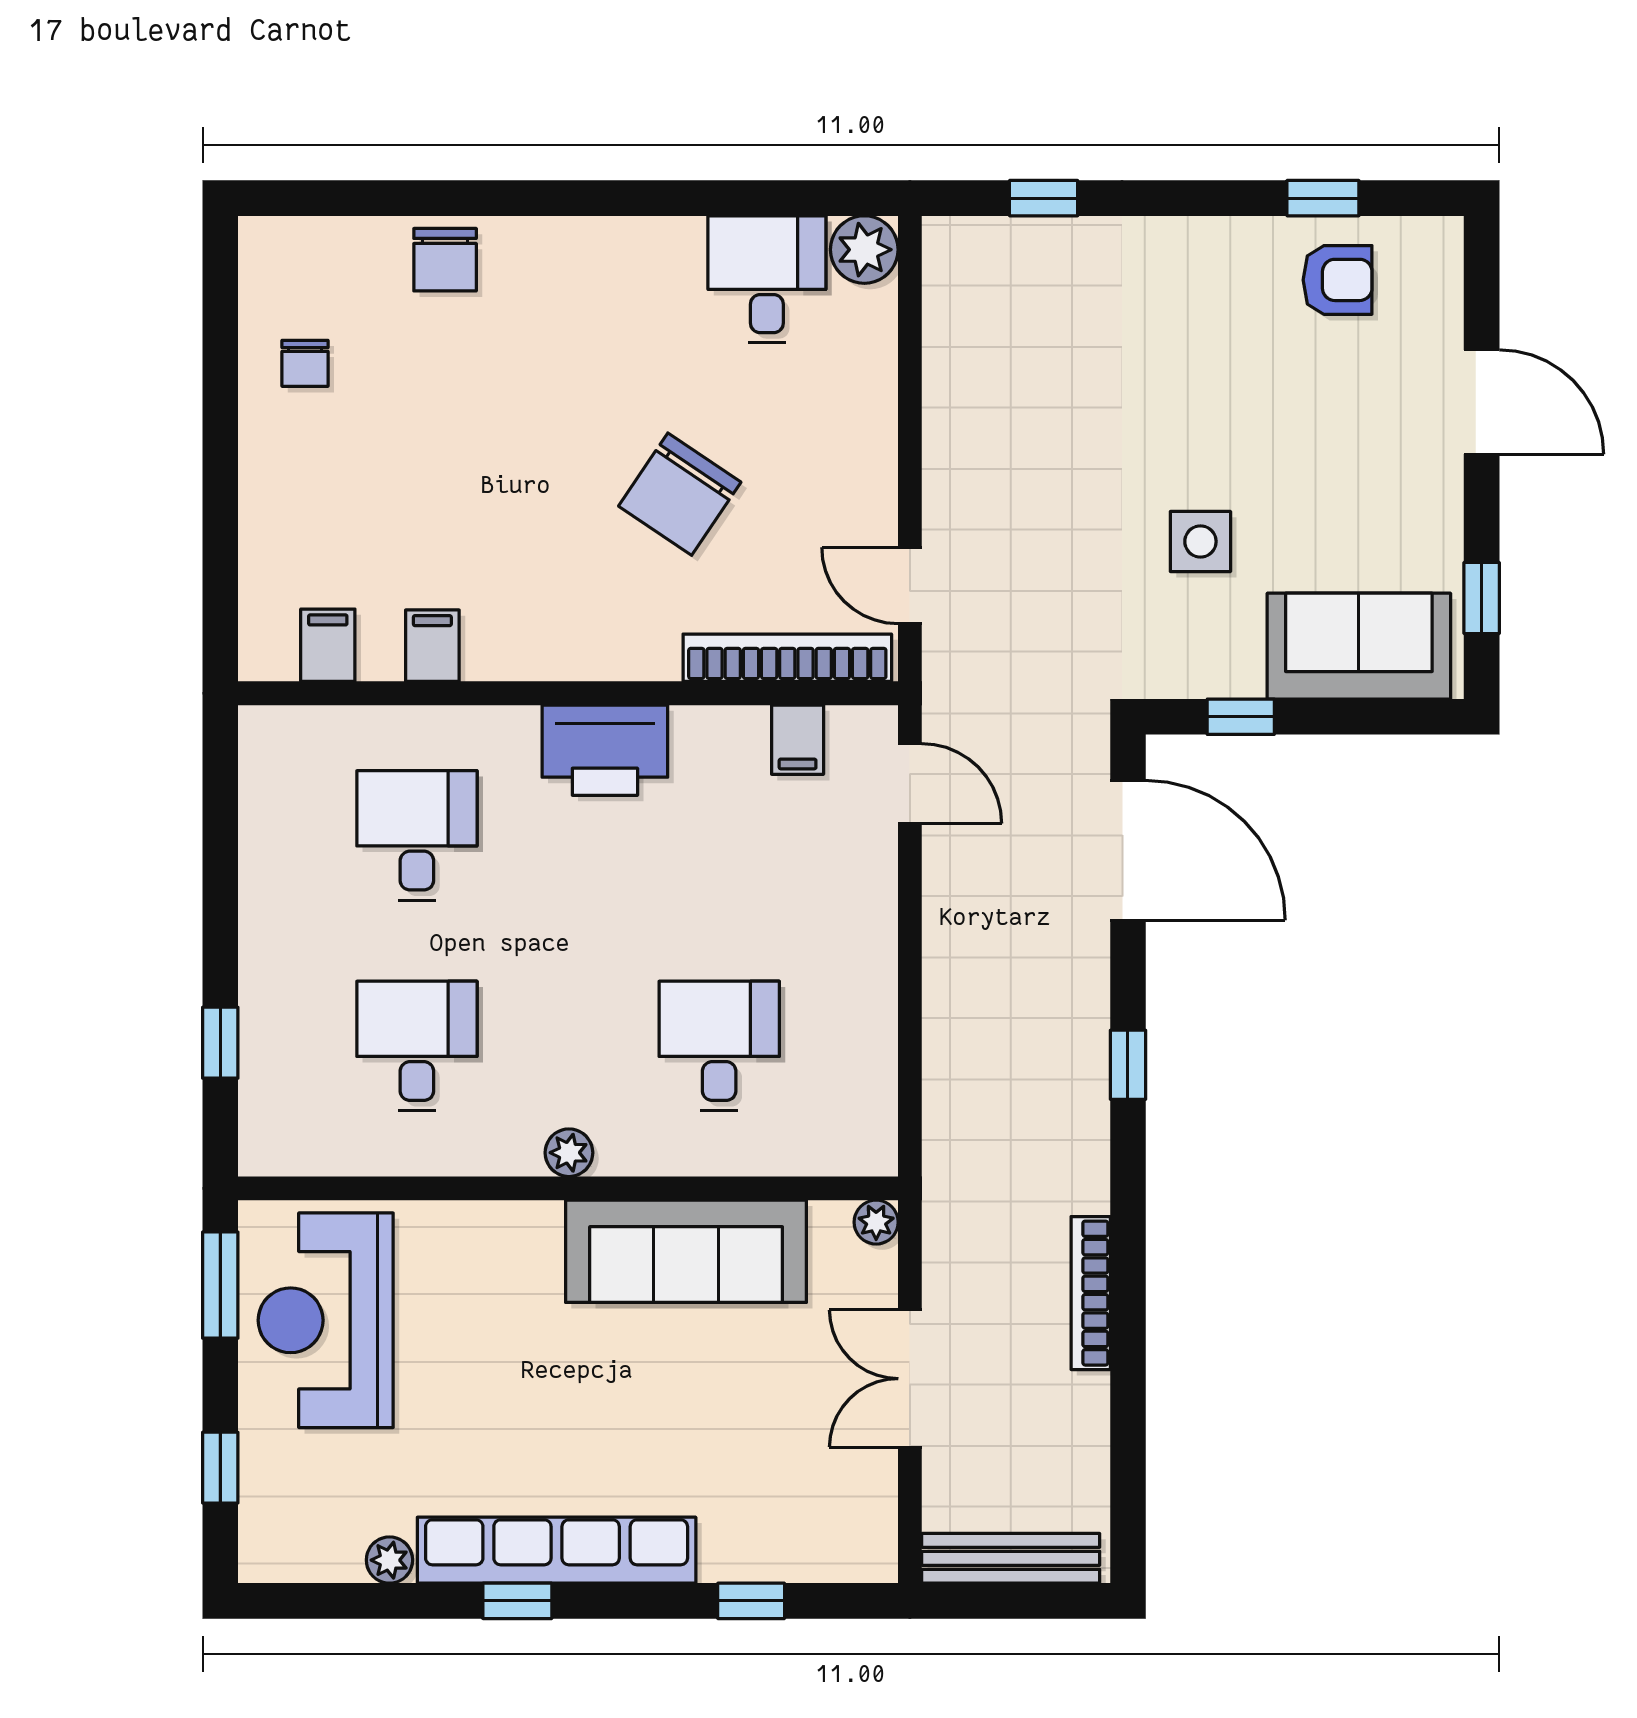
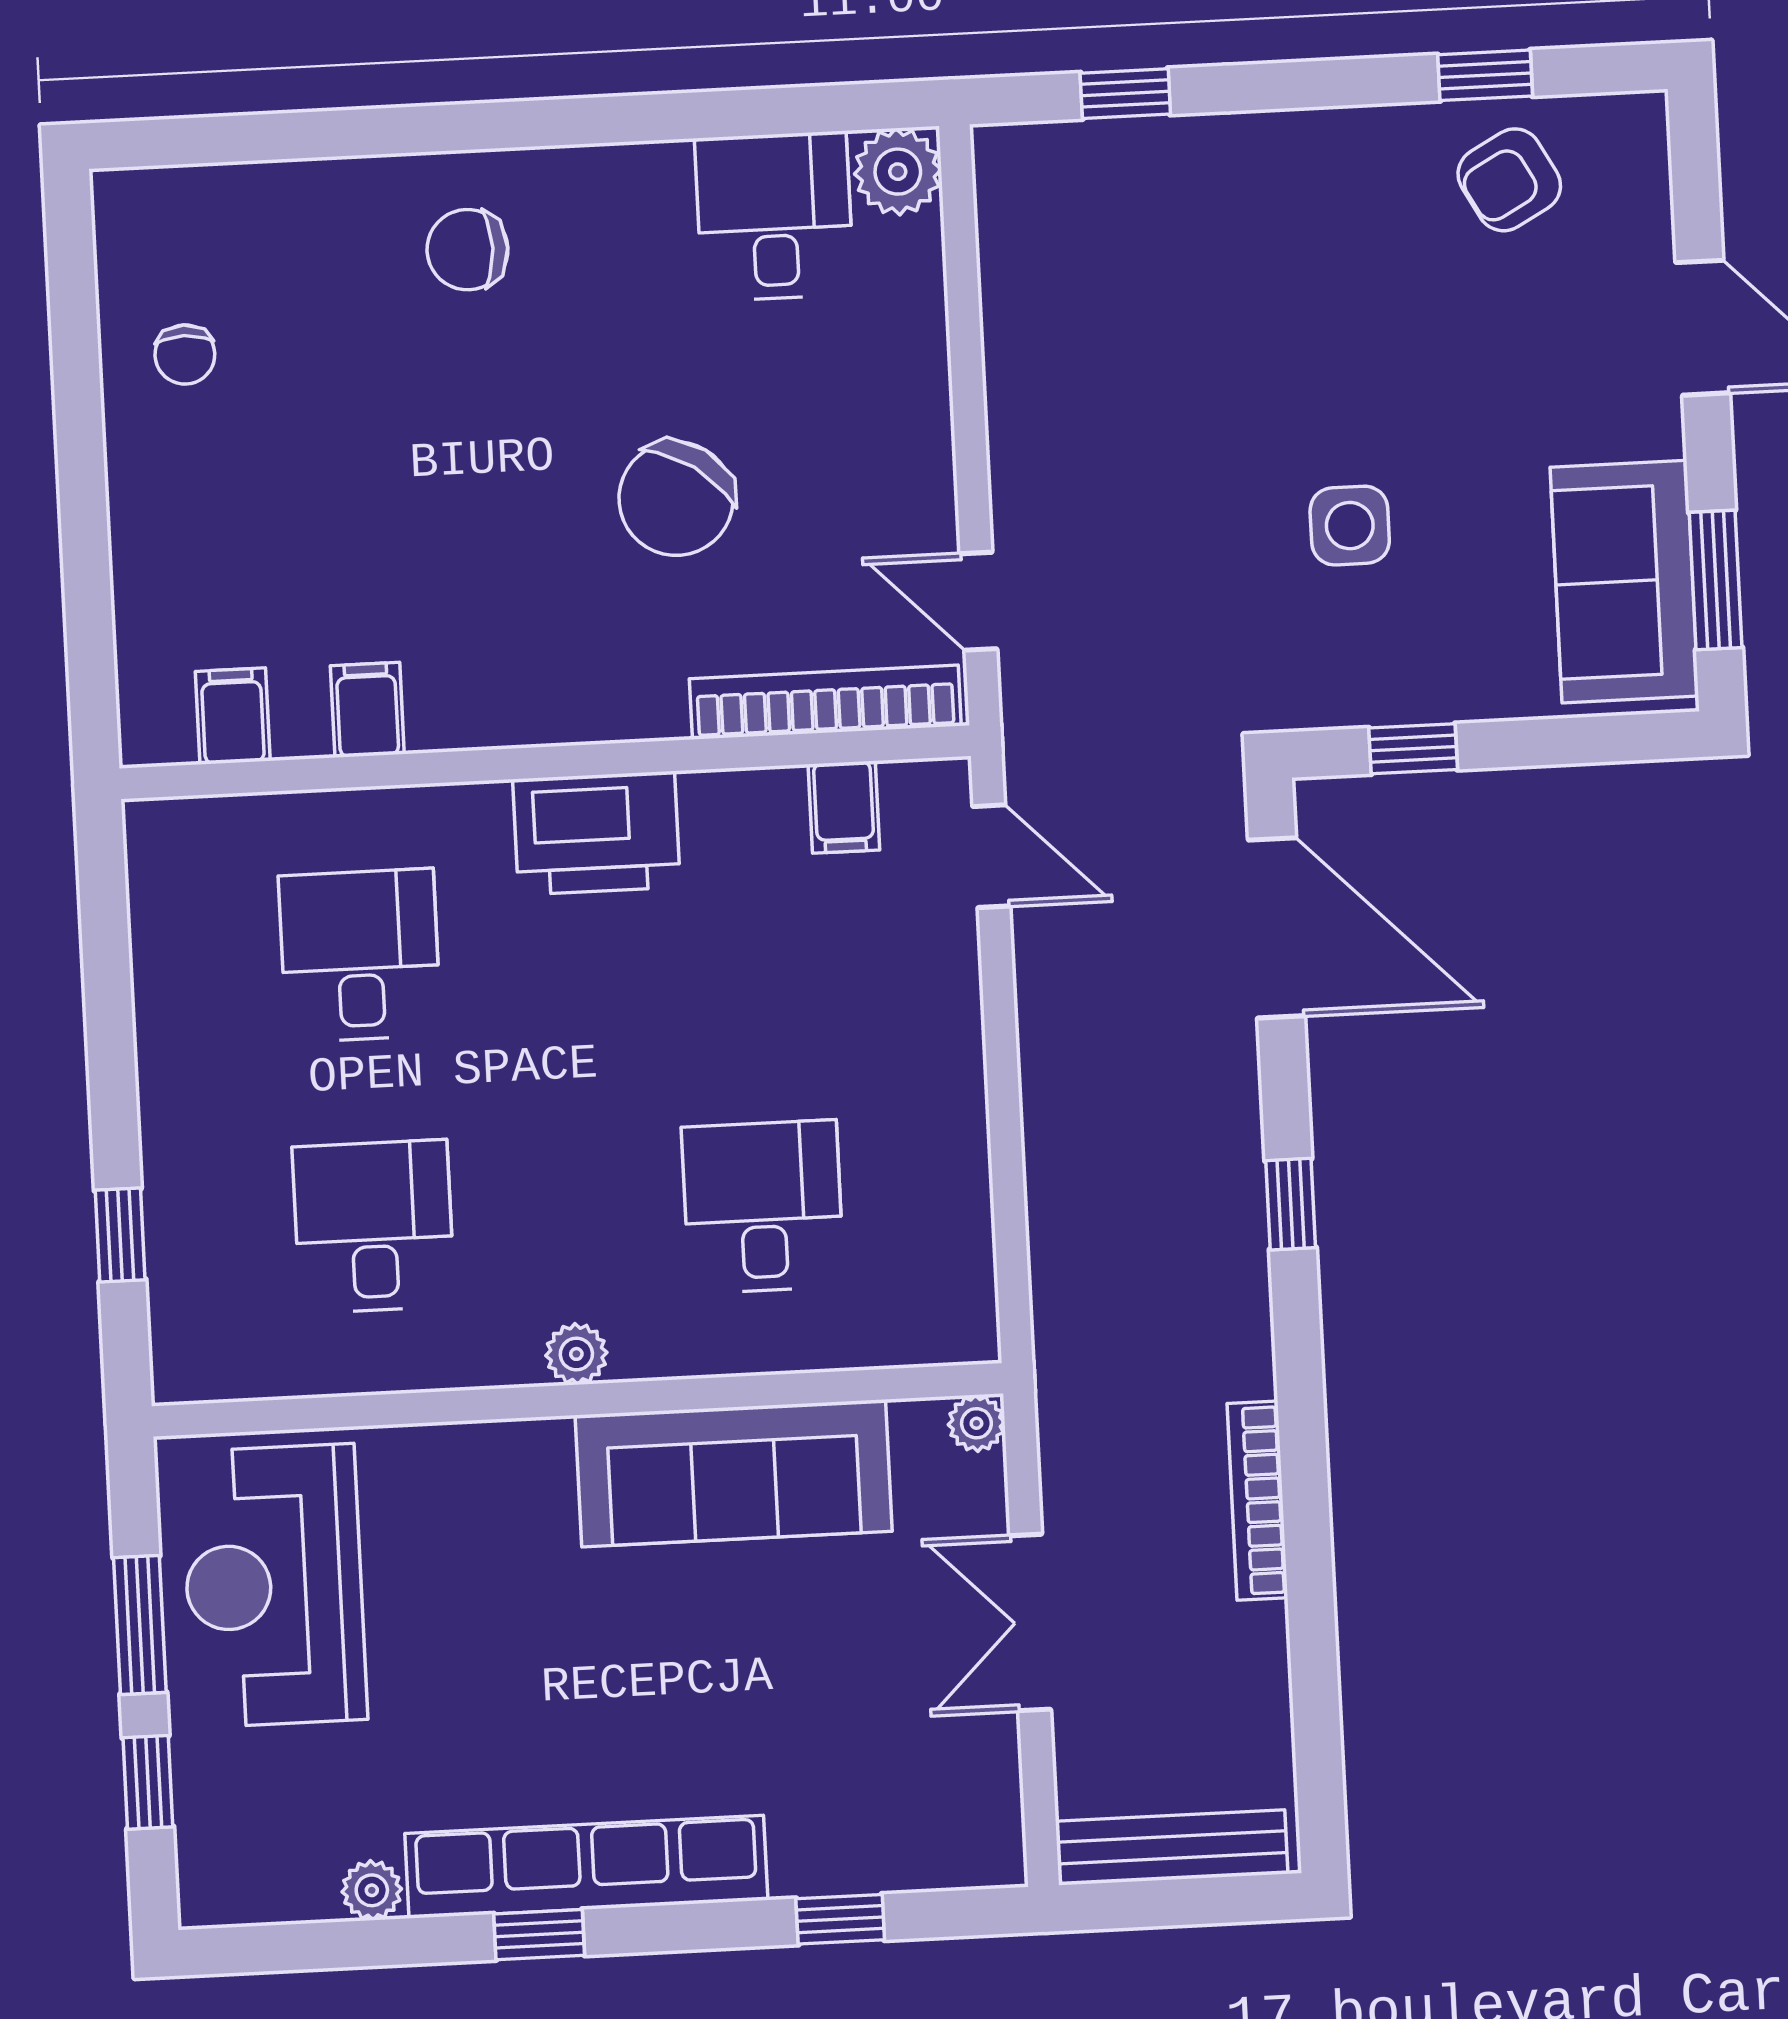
chair: (445, 260) -> (467, 250), moved, turned 90
armchair: (1338, 280) -> (1509, 180), turned 151
window: (1482, 598) -> (1716, 580), width x1.50
sofa: (1359, 646) -> (1624, 582), moved, turned -90
window: (220, 1285) -> (140, 1625), moved

